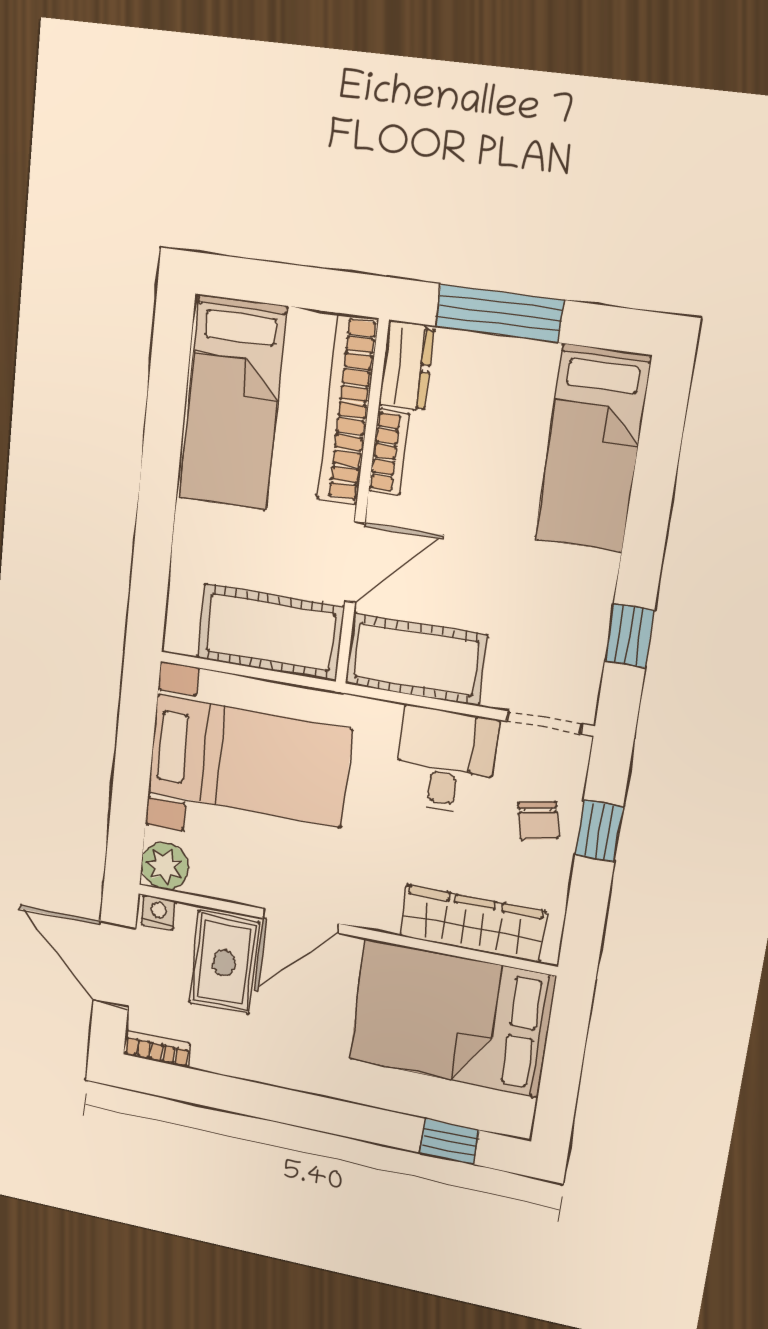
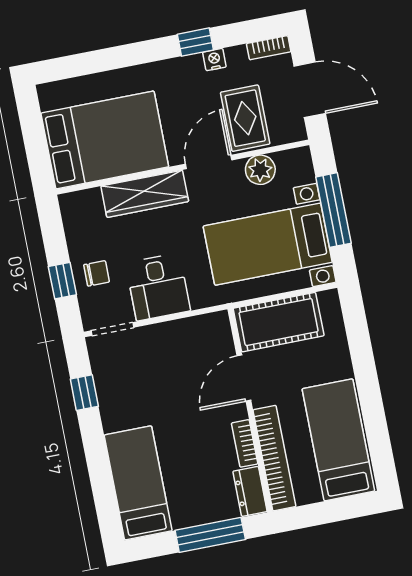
cot: (416, 659) -> (193, 337), removed
window: (132, 774) -> (333, 210), added
chair: (538, 821) -> (97, 273), turned 103
plant: (165, 866) -> (260, 170), moved
nightstand: (158, 912) -> (214, 60), moved, turned 180
wardrobe: (473, 924) -> (145, 194), moved
window: (449, 1142) -> (195, 42), moved

